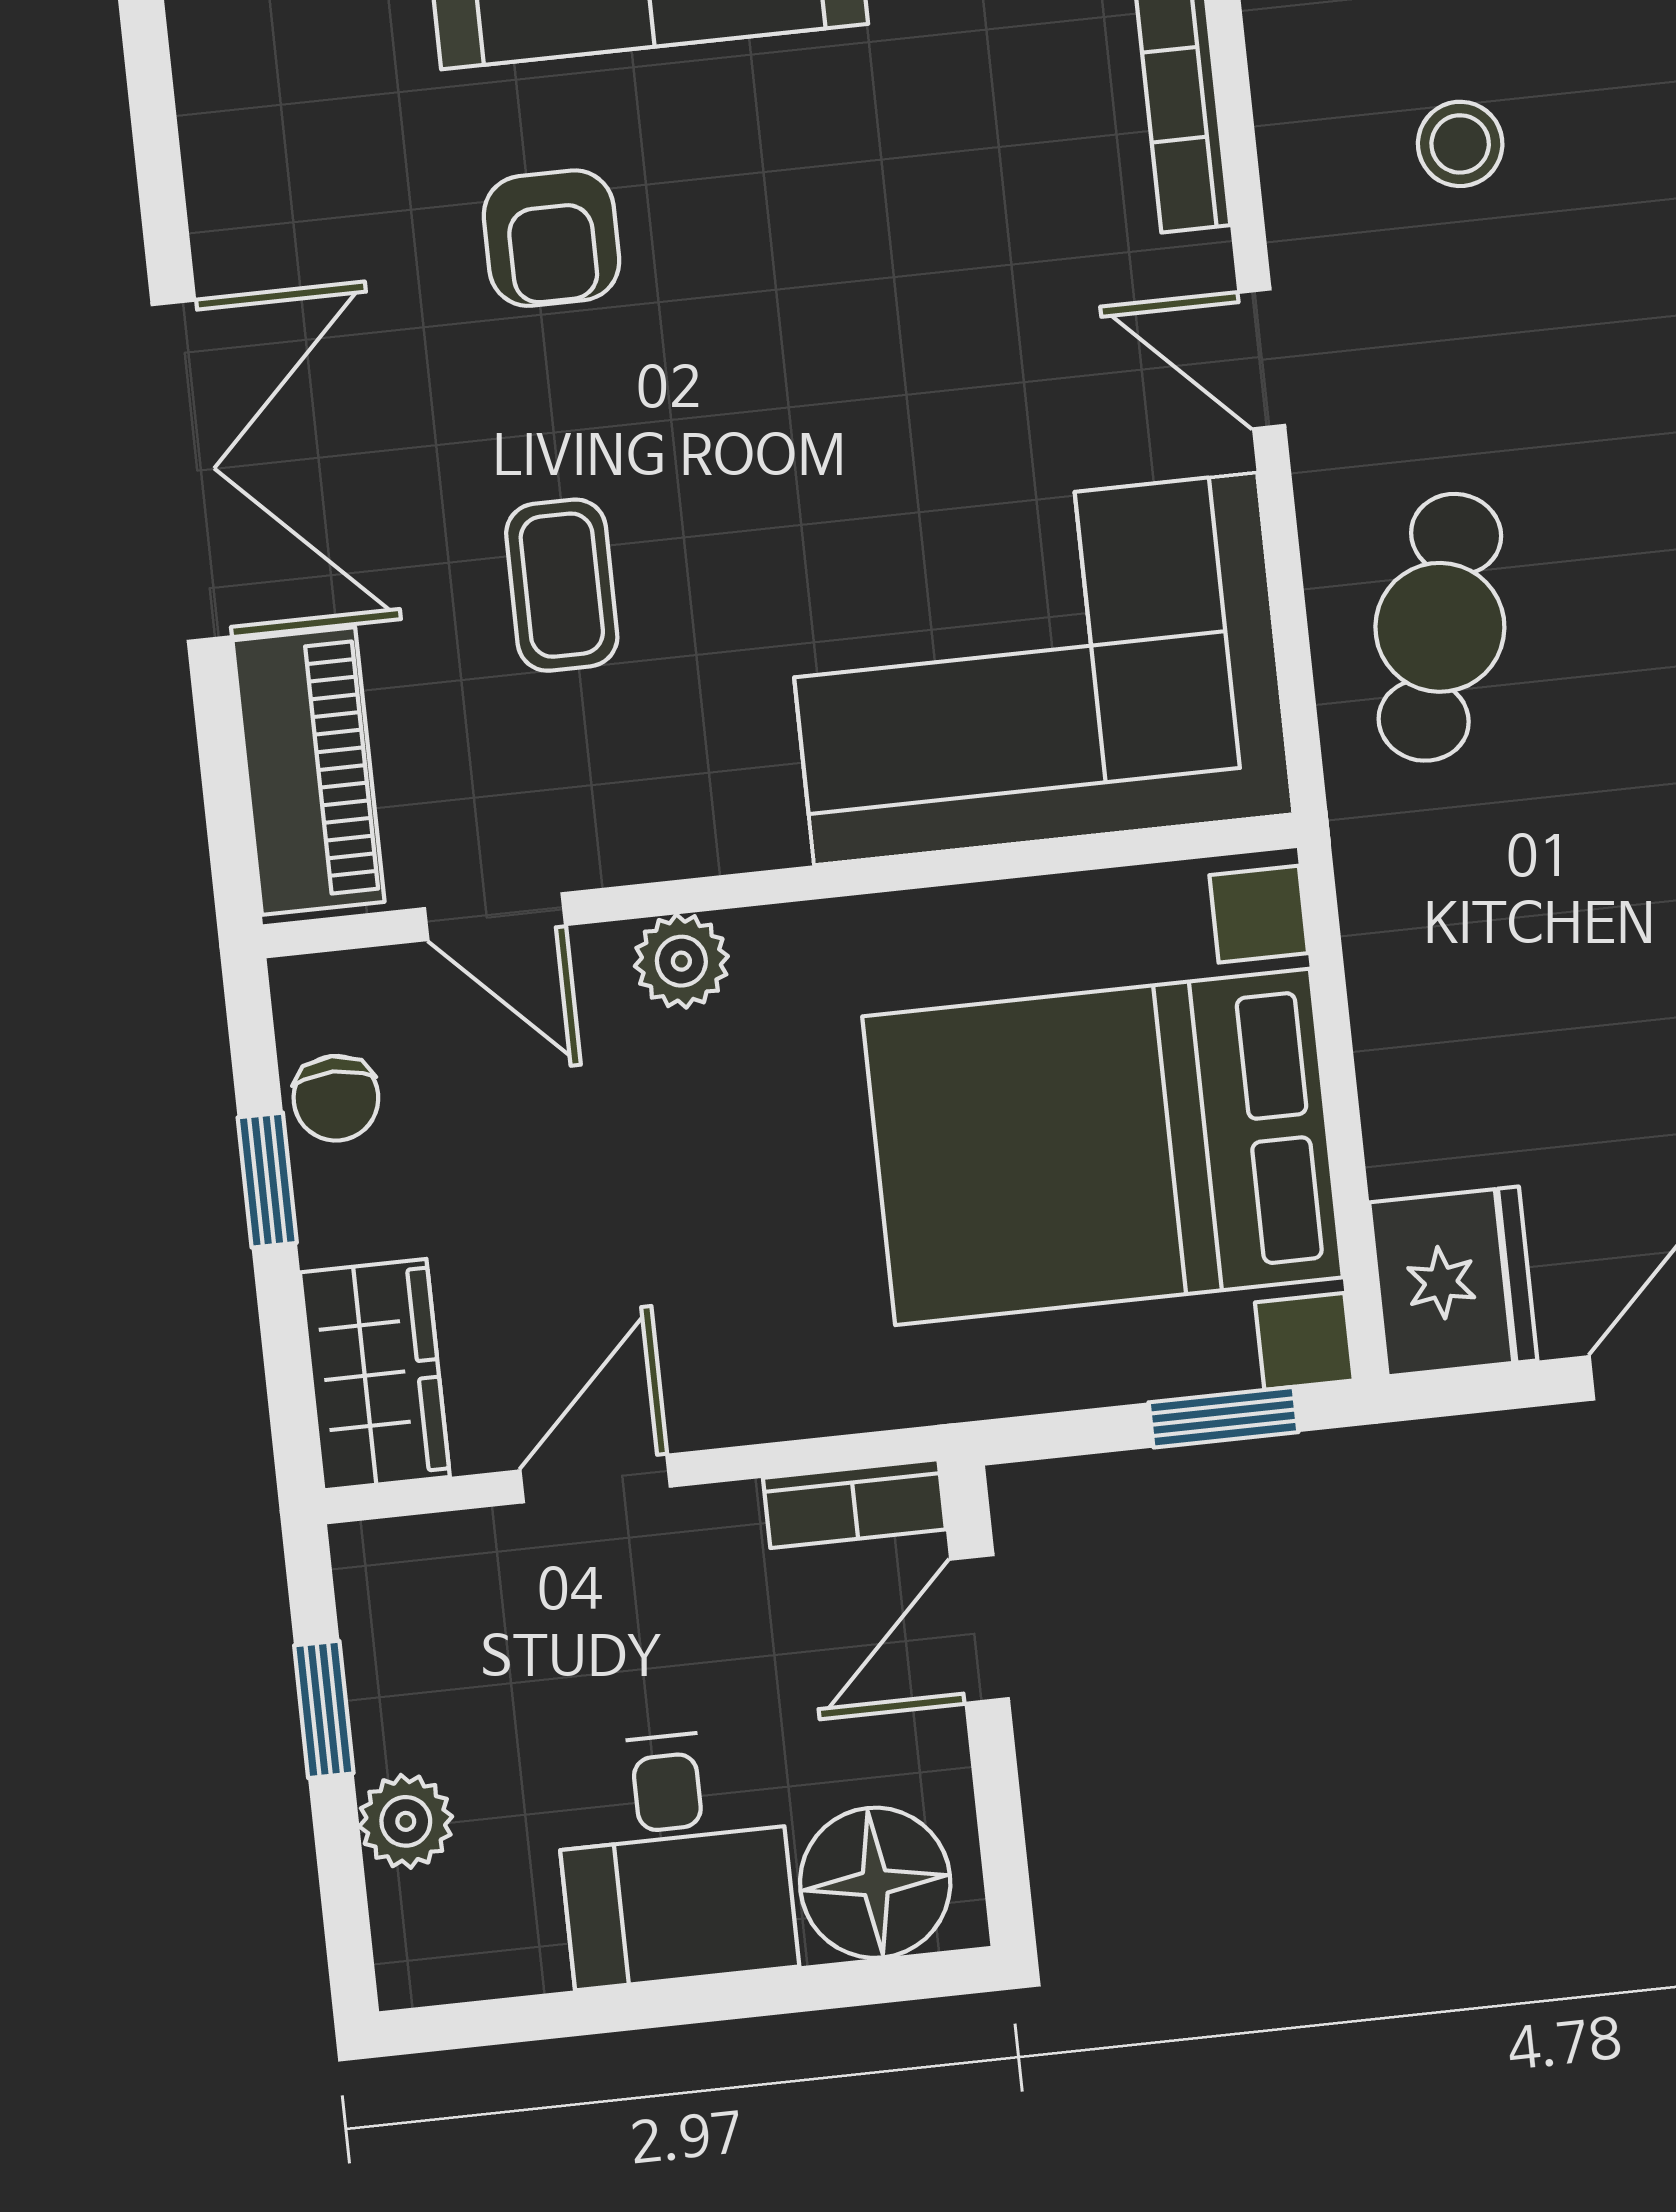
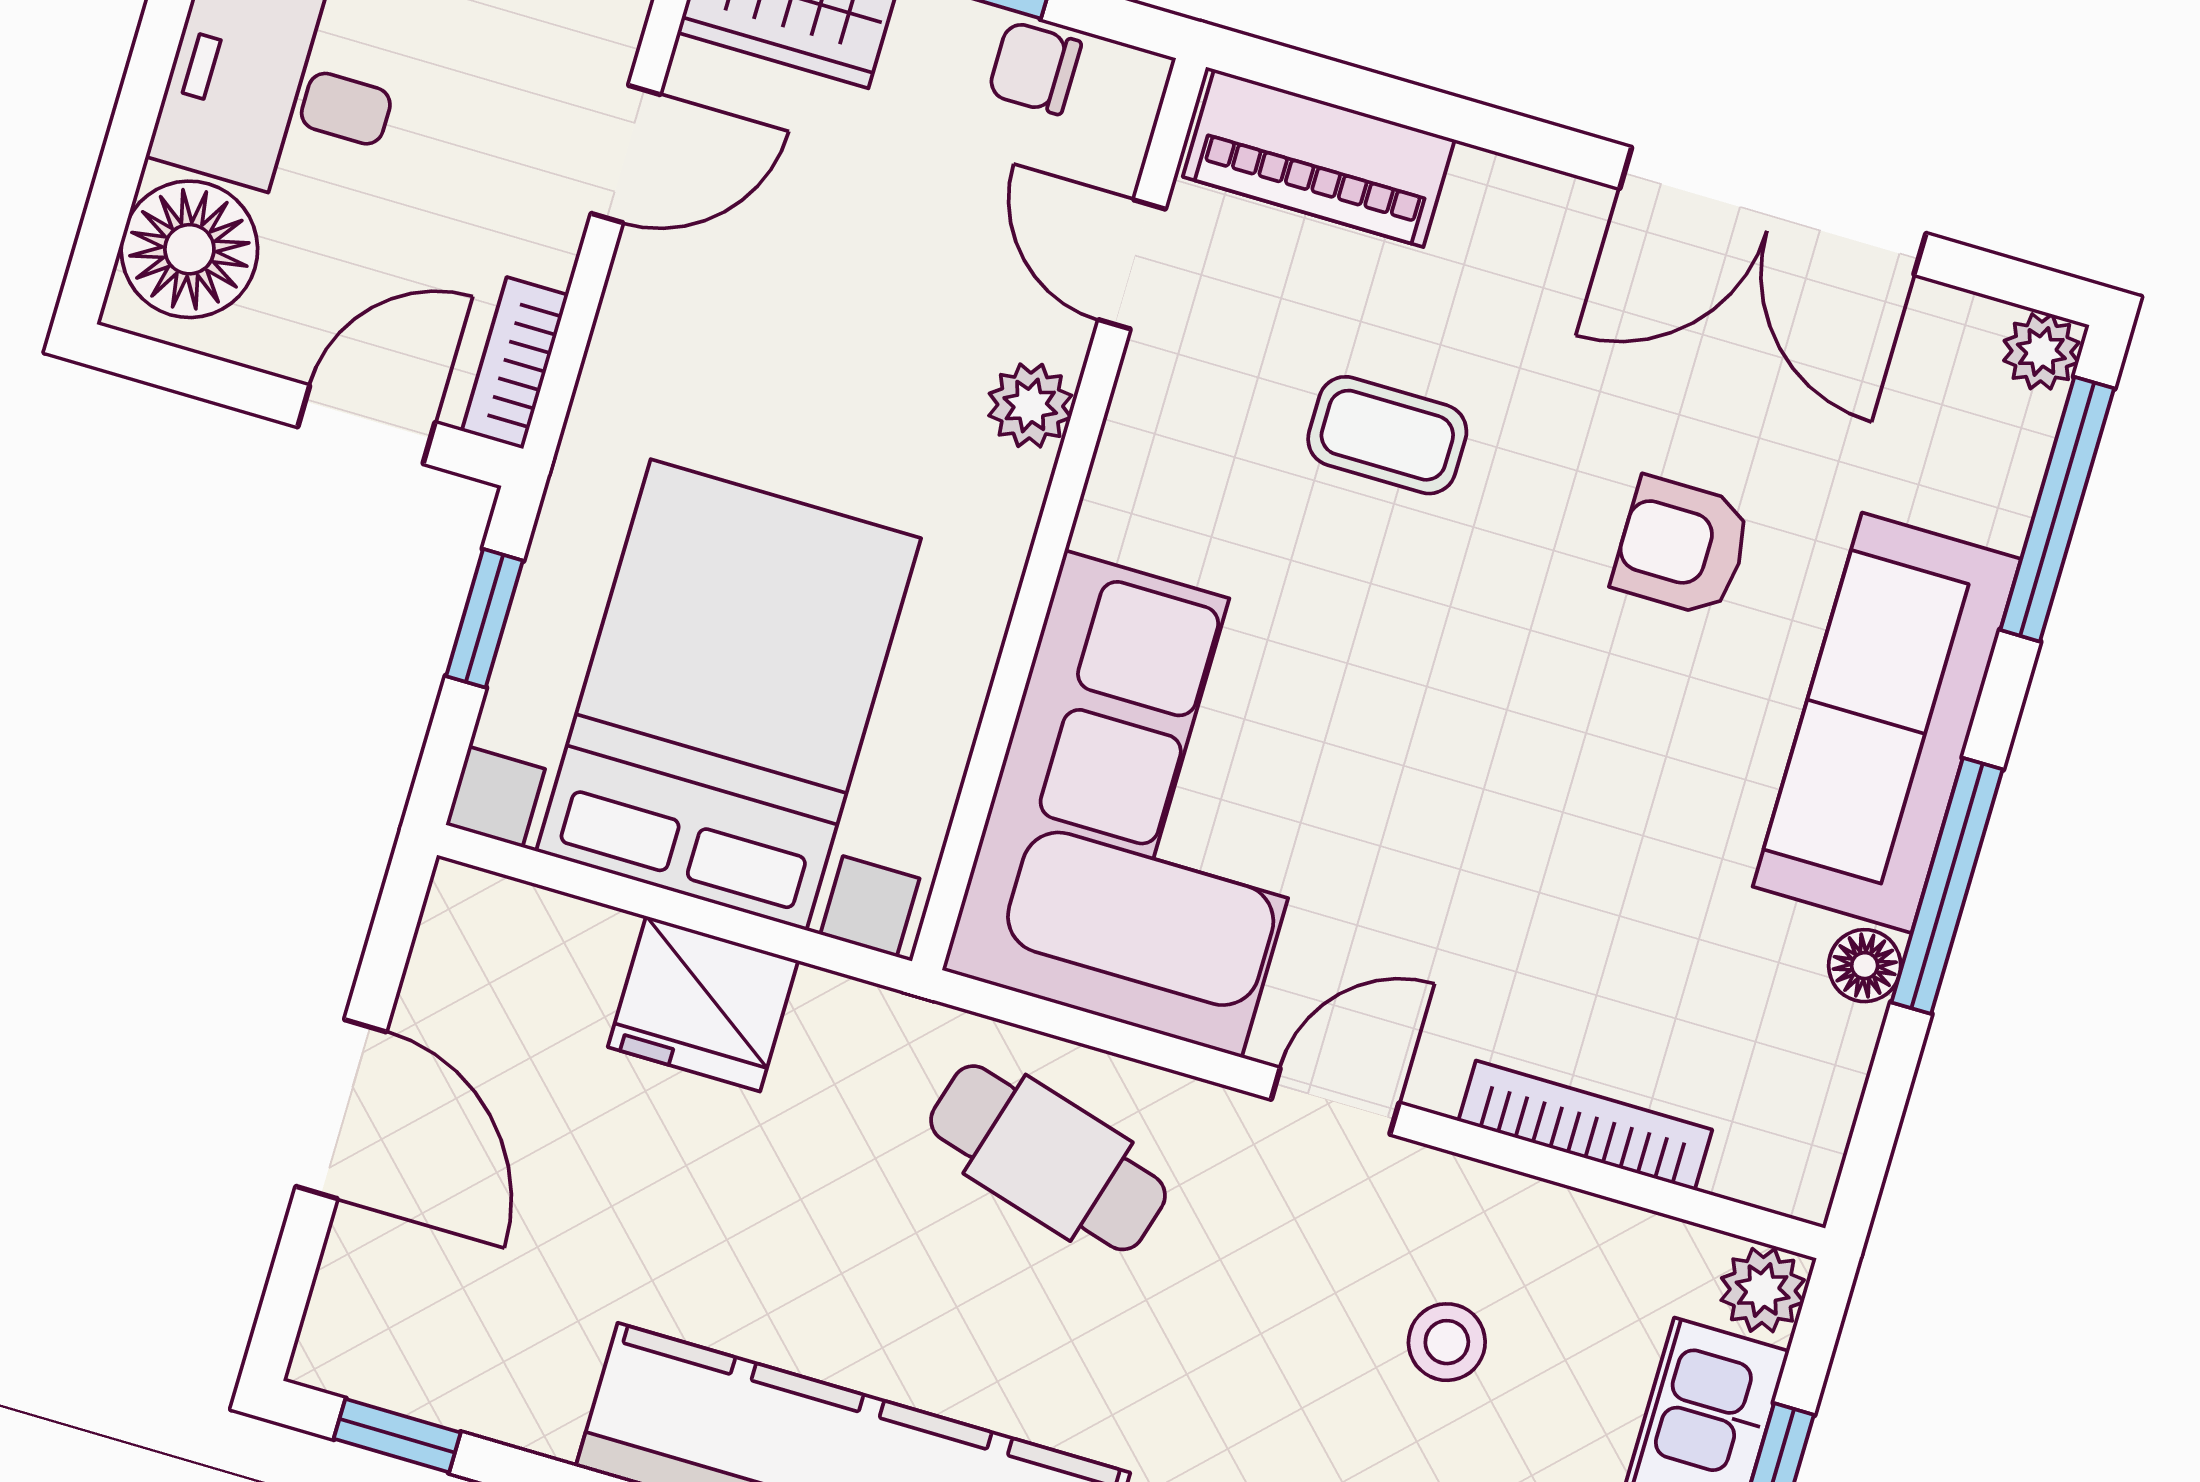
double door: (191, 471) -> (1773, 211), moved
door: (495, 917) -> (1132, 264), hinge flipped
fridge: (1453, 1281) -> (703, 1004), moved
window: (1224, 1417) -> (484, 618), moved
door: (595, 1479) -> (626, 154), hinge flipped
door: (979, 1629) -> (366, 425), hinge flipped

